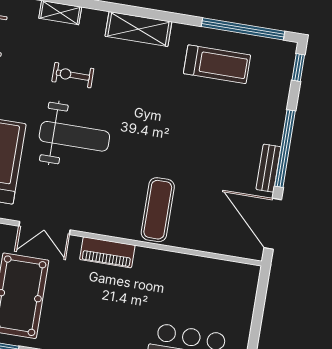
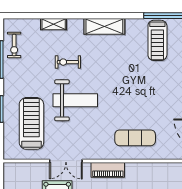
treadmill: (217, 64) -> (157, 40), turned 90
exercise mat: (158, 210) -> (135, 138), turned 90

